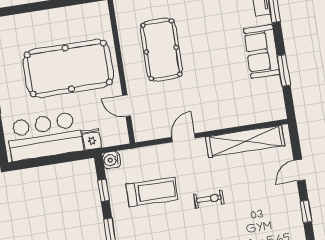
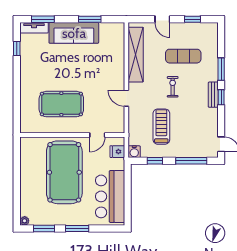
sofa: (262, 52) -> (74, 33), width x1.36
fridge: (92, 139) -> (117, 152), moved
exercise mat: (253, 207) -> (183, 56), added

